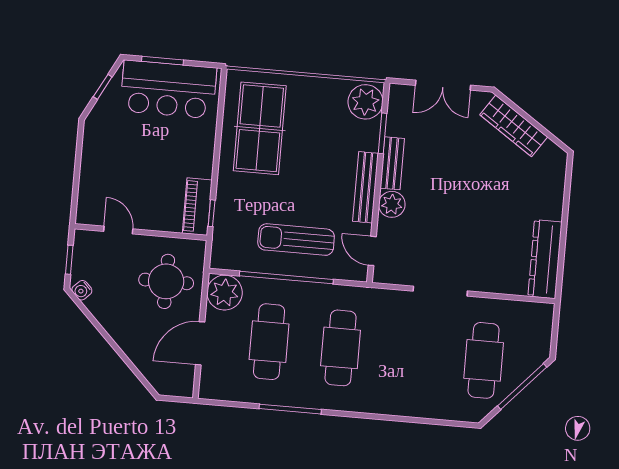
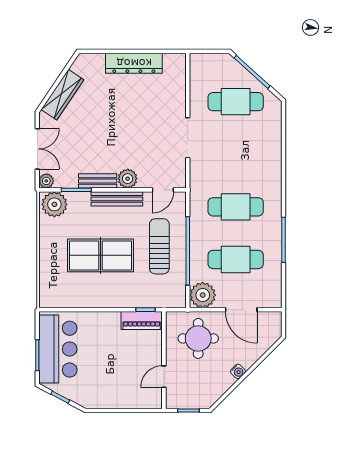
plant: (398, 94) -> (46, 181), added
table tennis table: (260, 128) -> (101, 255), moved
sun lounger: (296, 240) -> (159, 246), turned 180
dresser: (545, 259) -> (134, 63), moved
water cooler: (82, 290) -> (238, 371), moved

